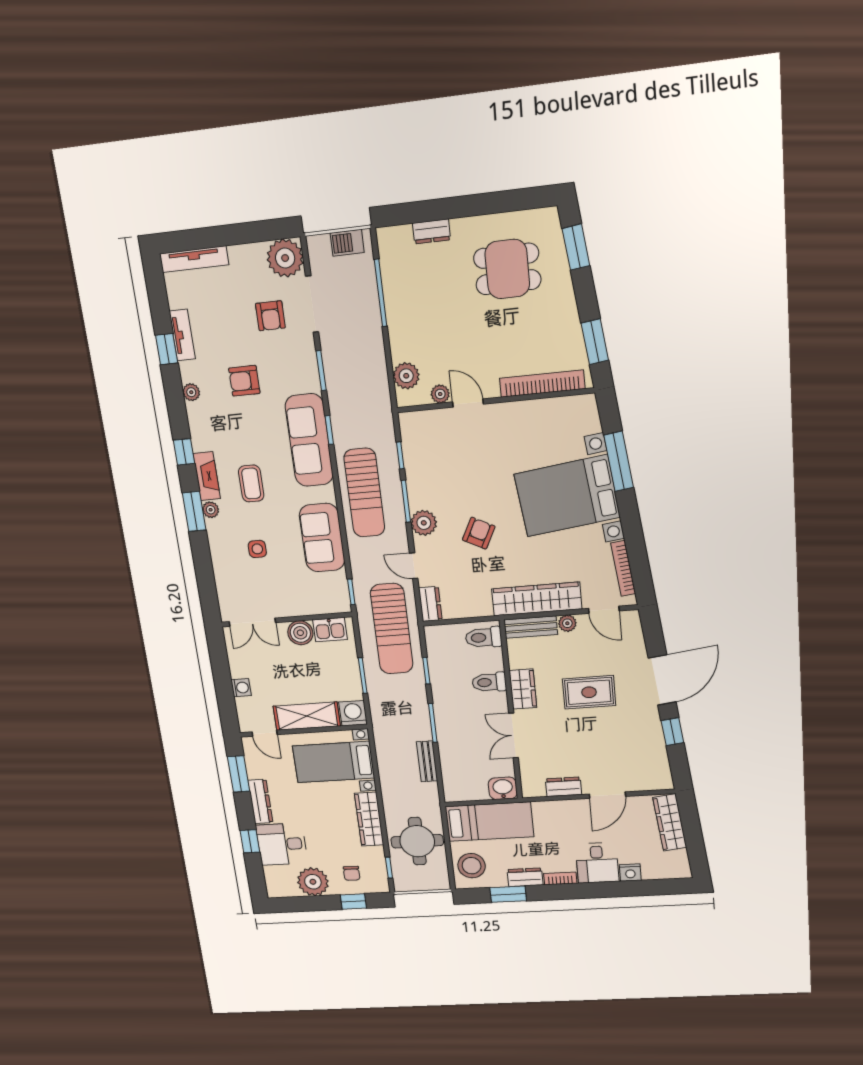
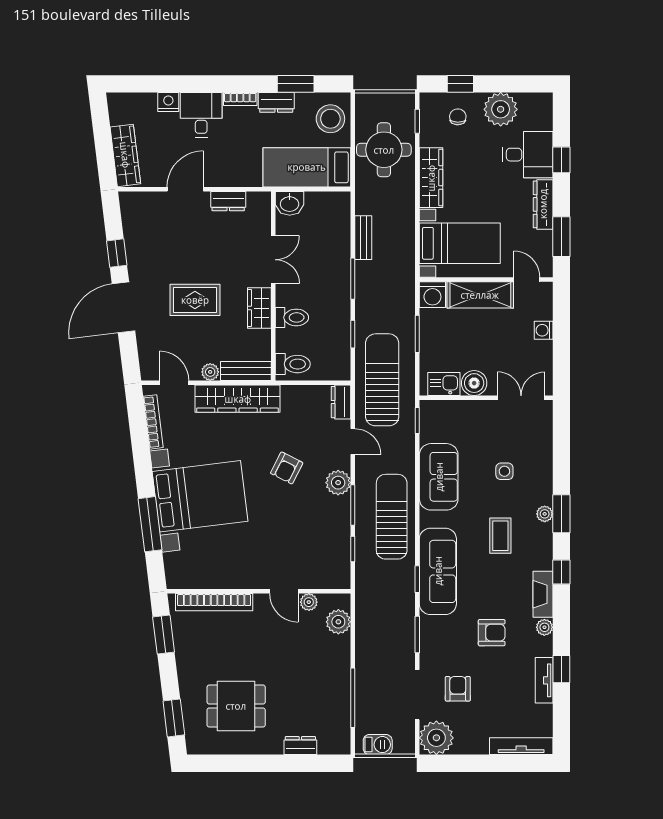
fireplace: (207, 476) -> (543, 594), moved

